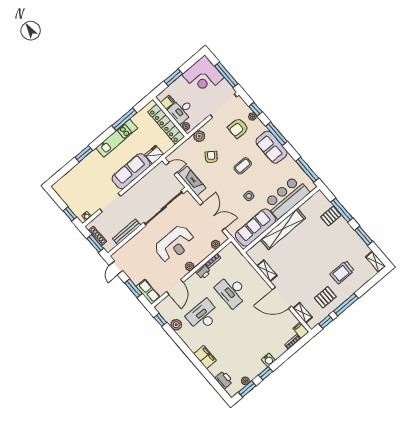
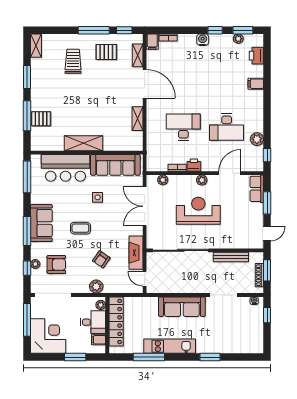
fridge: (154, 155) -> (149, 304), removed
shelving: (283, 229) -> (83, 143), width x0.68
trolley: (342, 272) -> (73, 61), turned -90
desk: (232, 291) -> (183, 127), turned -90
filing cabinet: (205, 357) -> (256, 84), width x0.50

